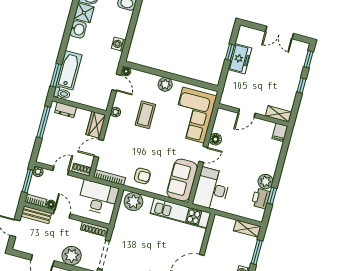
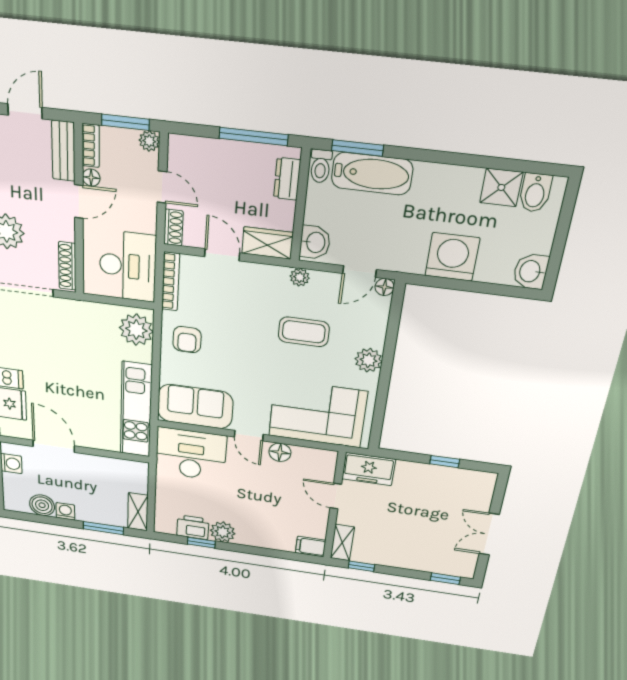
washbasin: (78, 29) -> (315, 242), moved, turned -90
washing machine: (119, 44) -> (452, 257), width x1.89, depth x1.89
freezer: (240, 59) -> (369, 469), moved
window: (301, 85) -> (361, 566), moved

